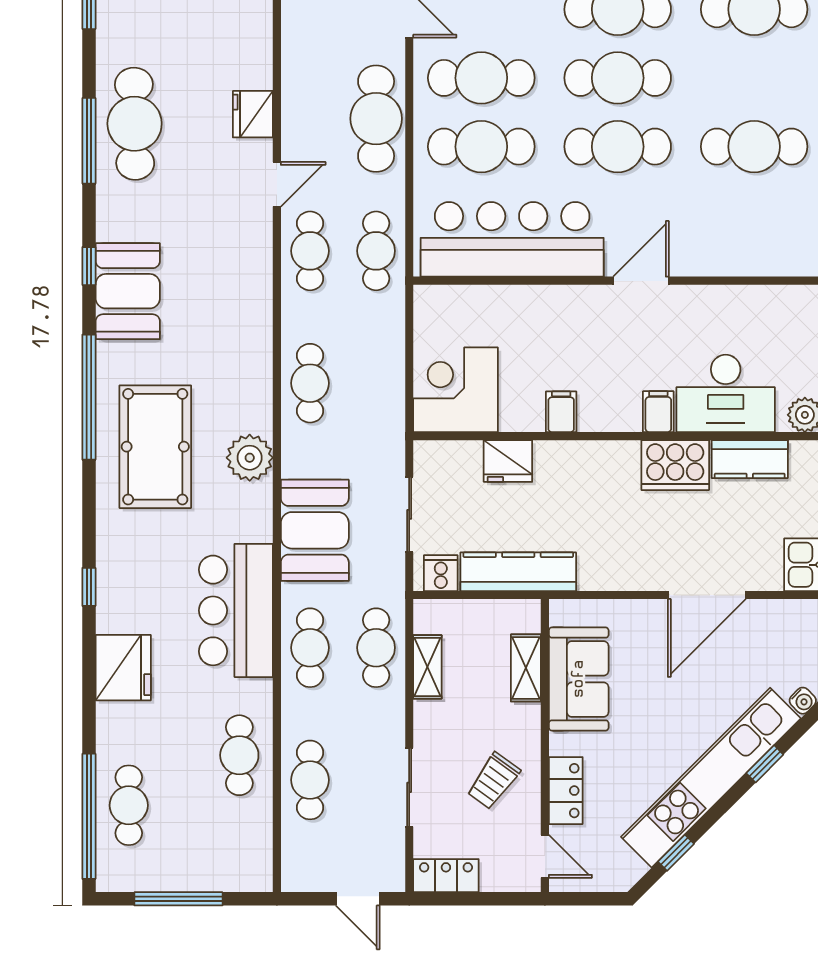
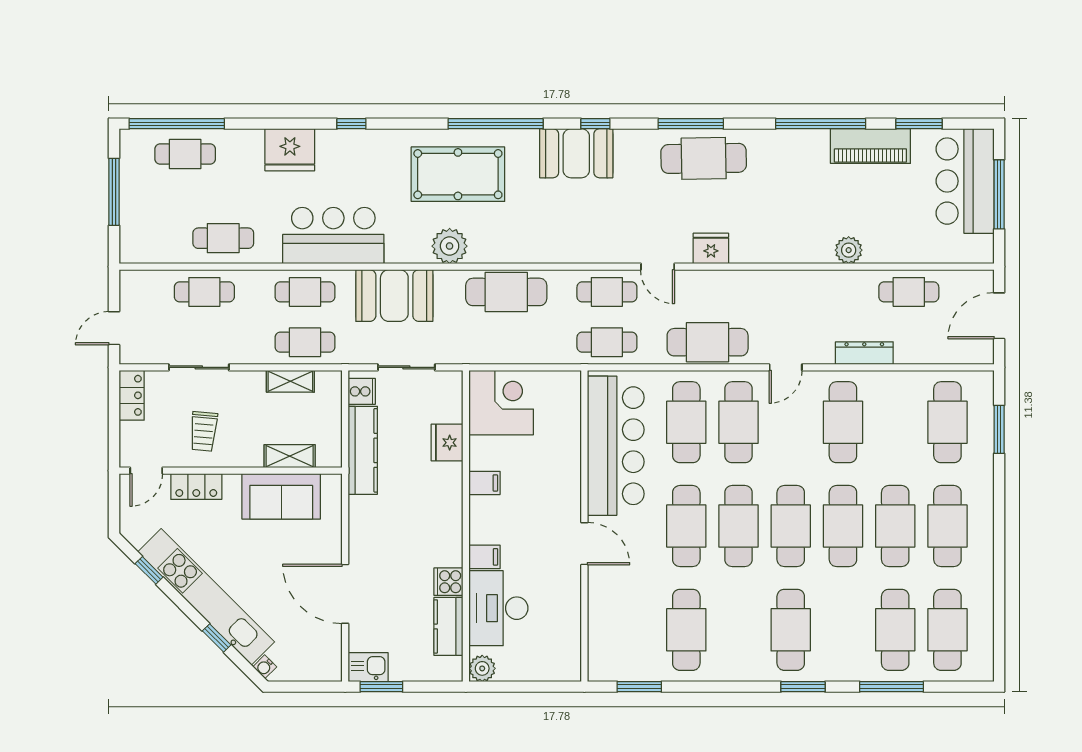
cafe table: (310, 383) -> (506, 292), width x1.37, depth x1.35
cooker: (675, 465) -> (448, 582), width x0.53, depth x0.76
trolley: (493, 781) -> (204, 431), turned -121

